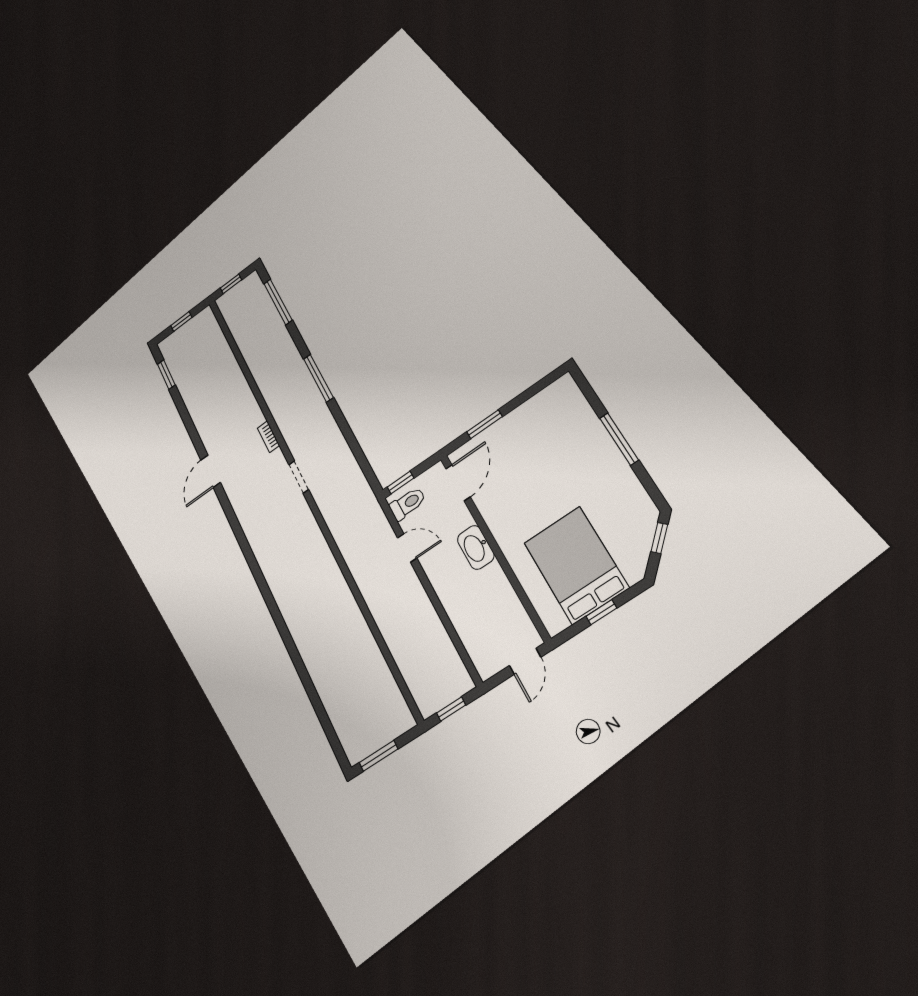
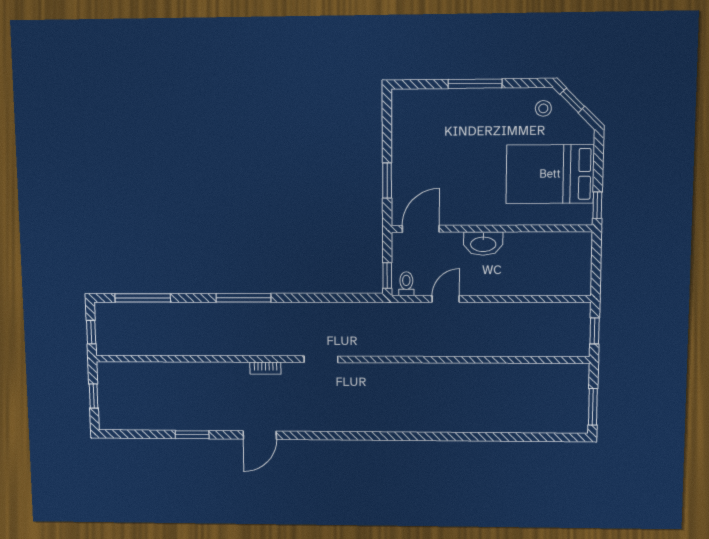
window: (166, 375) -> (192, 435), moved
door: (211, 471) -> (260, 435), hinge flipped
door: (458, 483) -> (421, 229), hinge flipped
toilet: (408, 504) -> (406, 284), width x0.73, depth x0.72
stool: (635, 516) -> (543, 108), added
window: (601, 612) -> (597, 205), moved
door: (525, 661) -> (596, 254), removed

